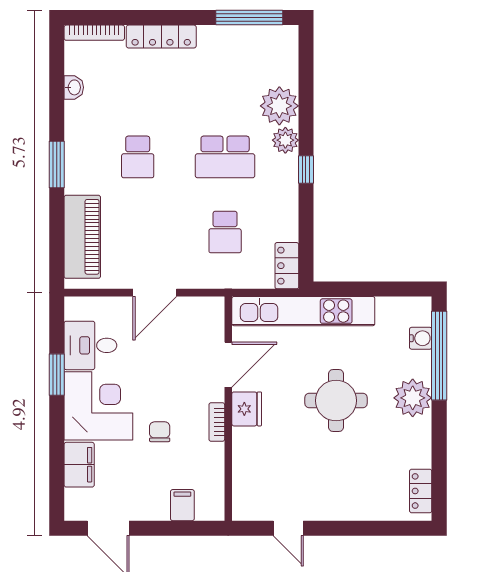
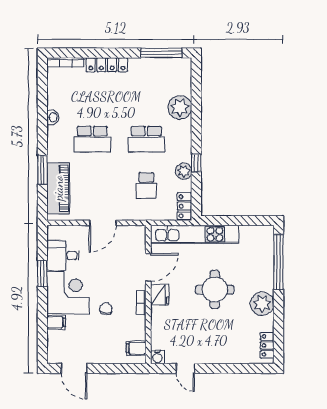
washbasin: (74, 87) -> (53, 117), moved
plant: (285, 140) -> (184, 171), moved
school desk: (138, 157) -> (92, 139), width x1.85
window: (57, 164) -> (42, 170), moved
window: (306, 169) -> (196, 163), moved
water cooler: (421, 338) -> (157, 357), moved, turned 90
plant: (413, 398) -> (262, 304), moved
filing cabinet: (79, 465) -> (56, 322), width x0.50
filing cabinet: (182, 505) -> (136, 348), moved, turned -90

